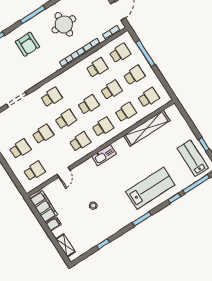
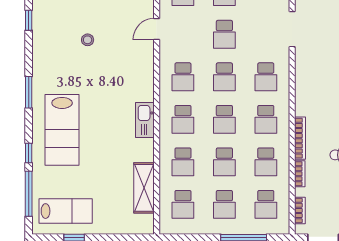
school desk: (74, 83) -> (266, 119), added
shelving: (147, 128) -> (144, 188), width x0.68
kitchen sink: (104, 155) -> (145, 120), moved
door: (64, 172) -> (157, 29), hinge flipped

